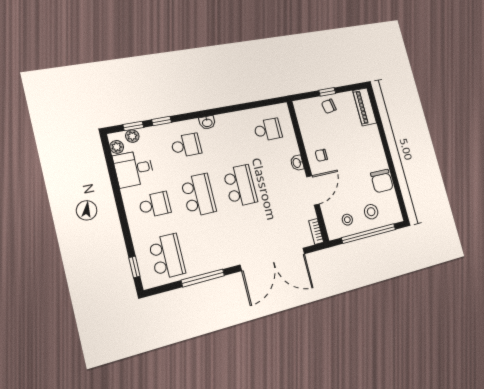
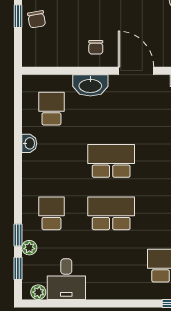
washbasin: (207, 122) -> (29, 143), moved
plant: (132, 136) -> (29, 248), moved
washbasin: (297, 163) -> (90, 85), width x1.91, depth x1.45
school desk: (155, 205) -> (111, 266), removed

